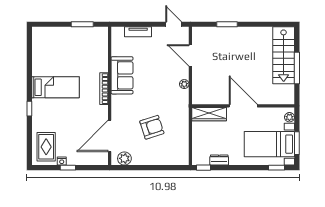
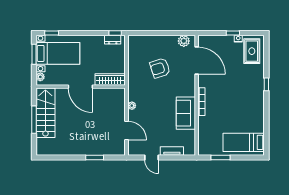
door: (174, 24) -> (151, 158), moved
stairs: (284, 55) -> (45, 113), moved
bed: (55, 87) -> (244, 142), moved
door: (110, 136) -> (197, 61), hinge flipped
dresser: (219, 160) -> (113, 40), moved

